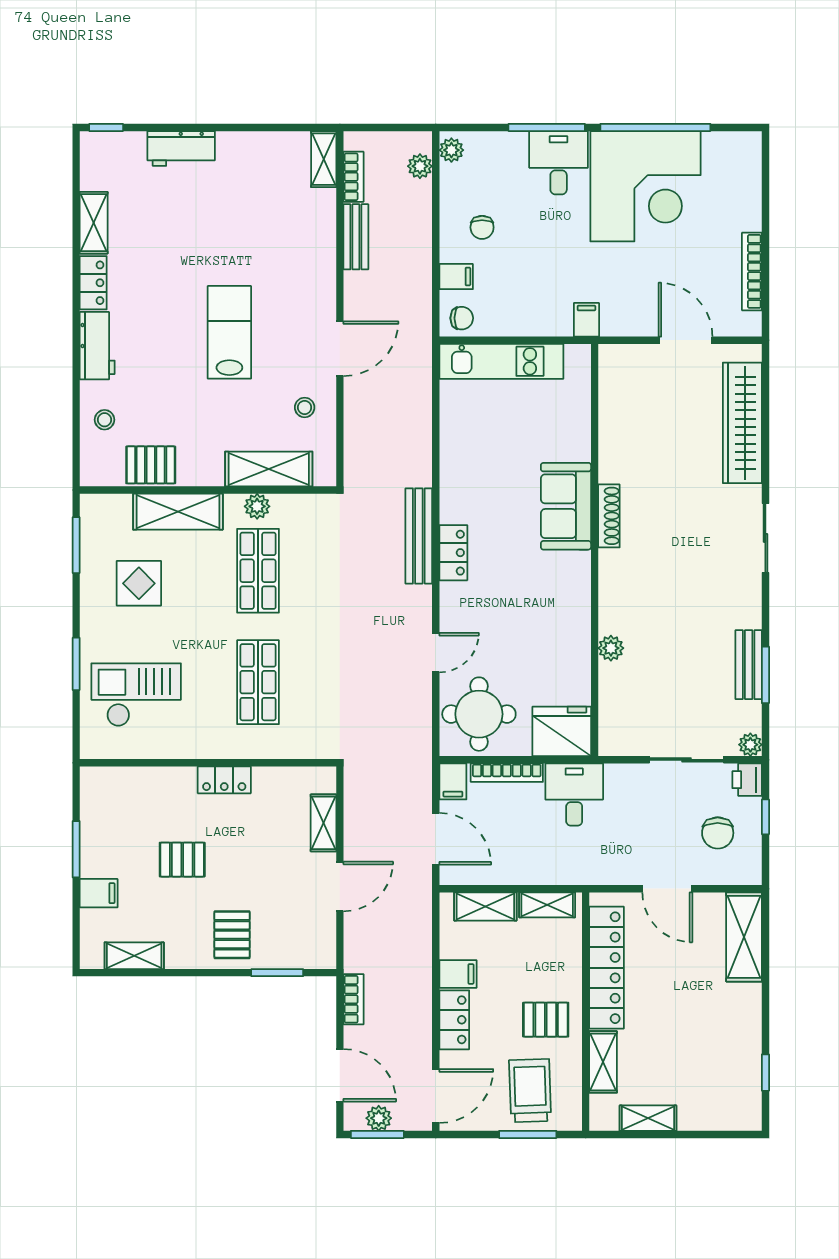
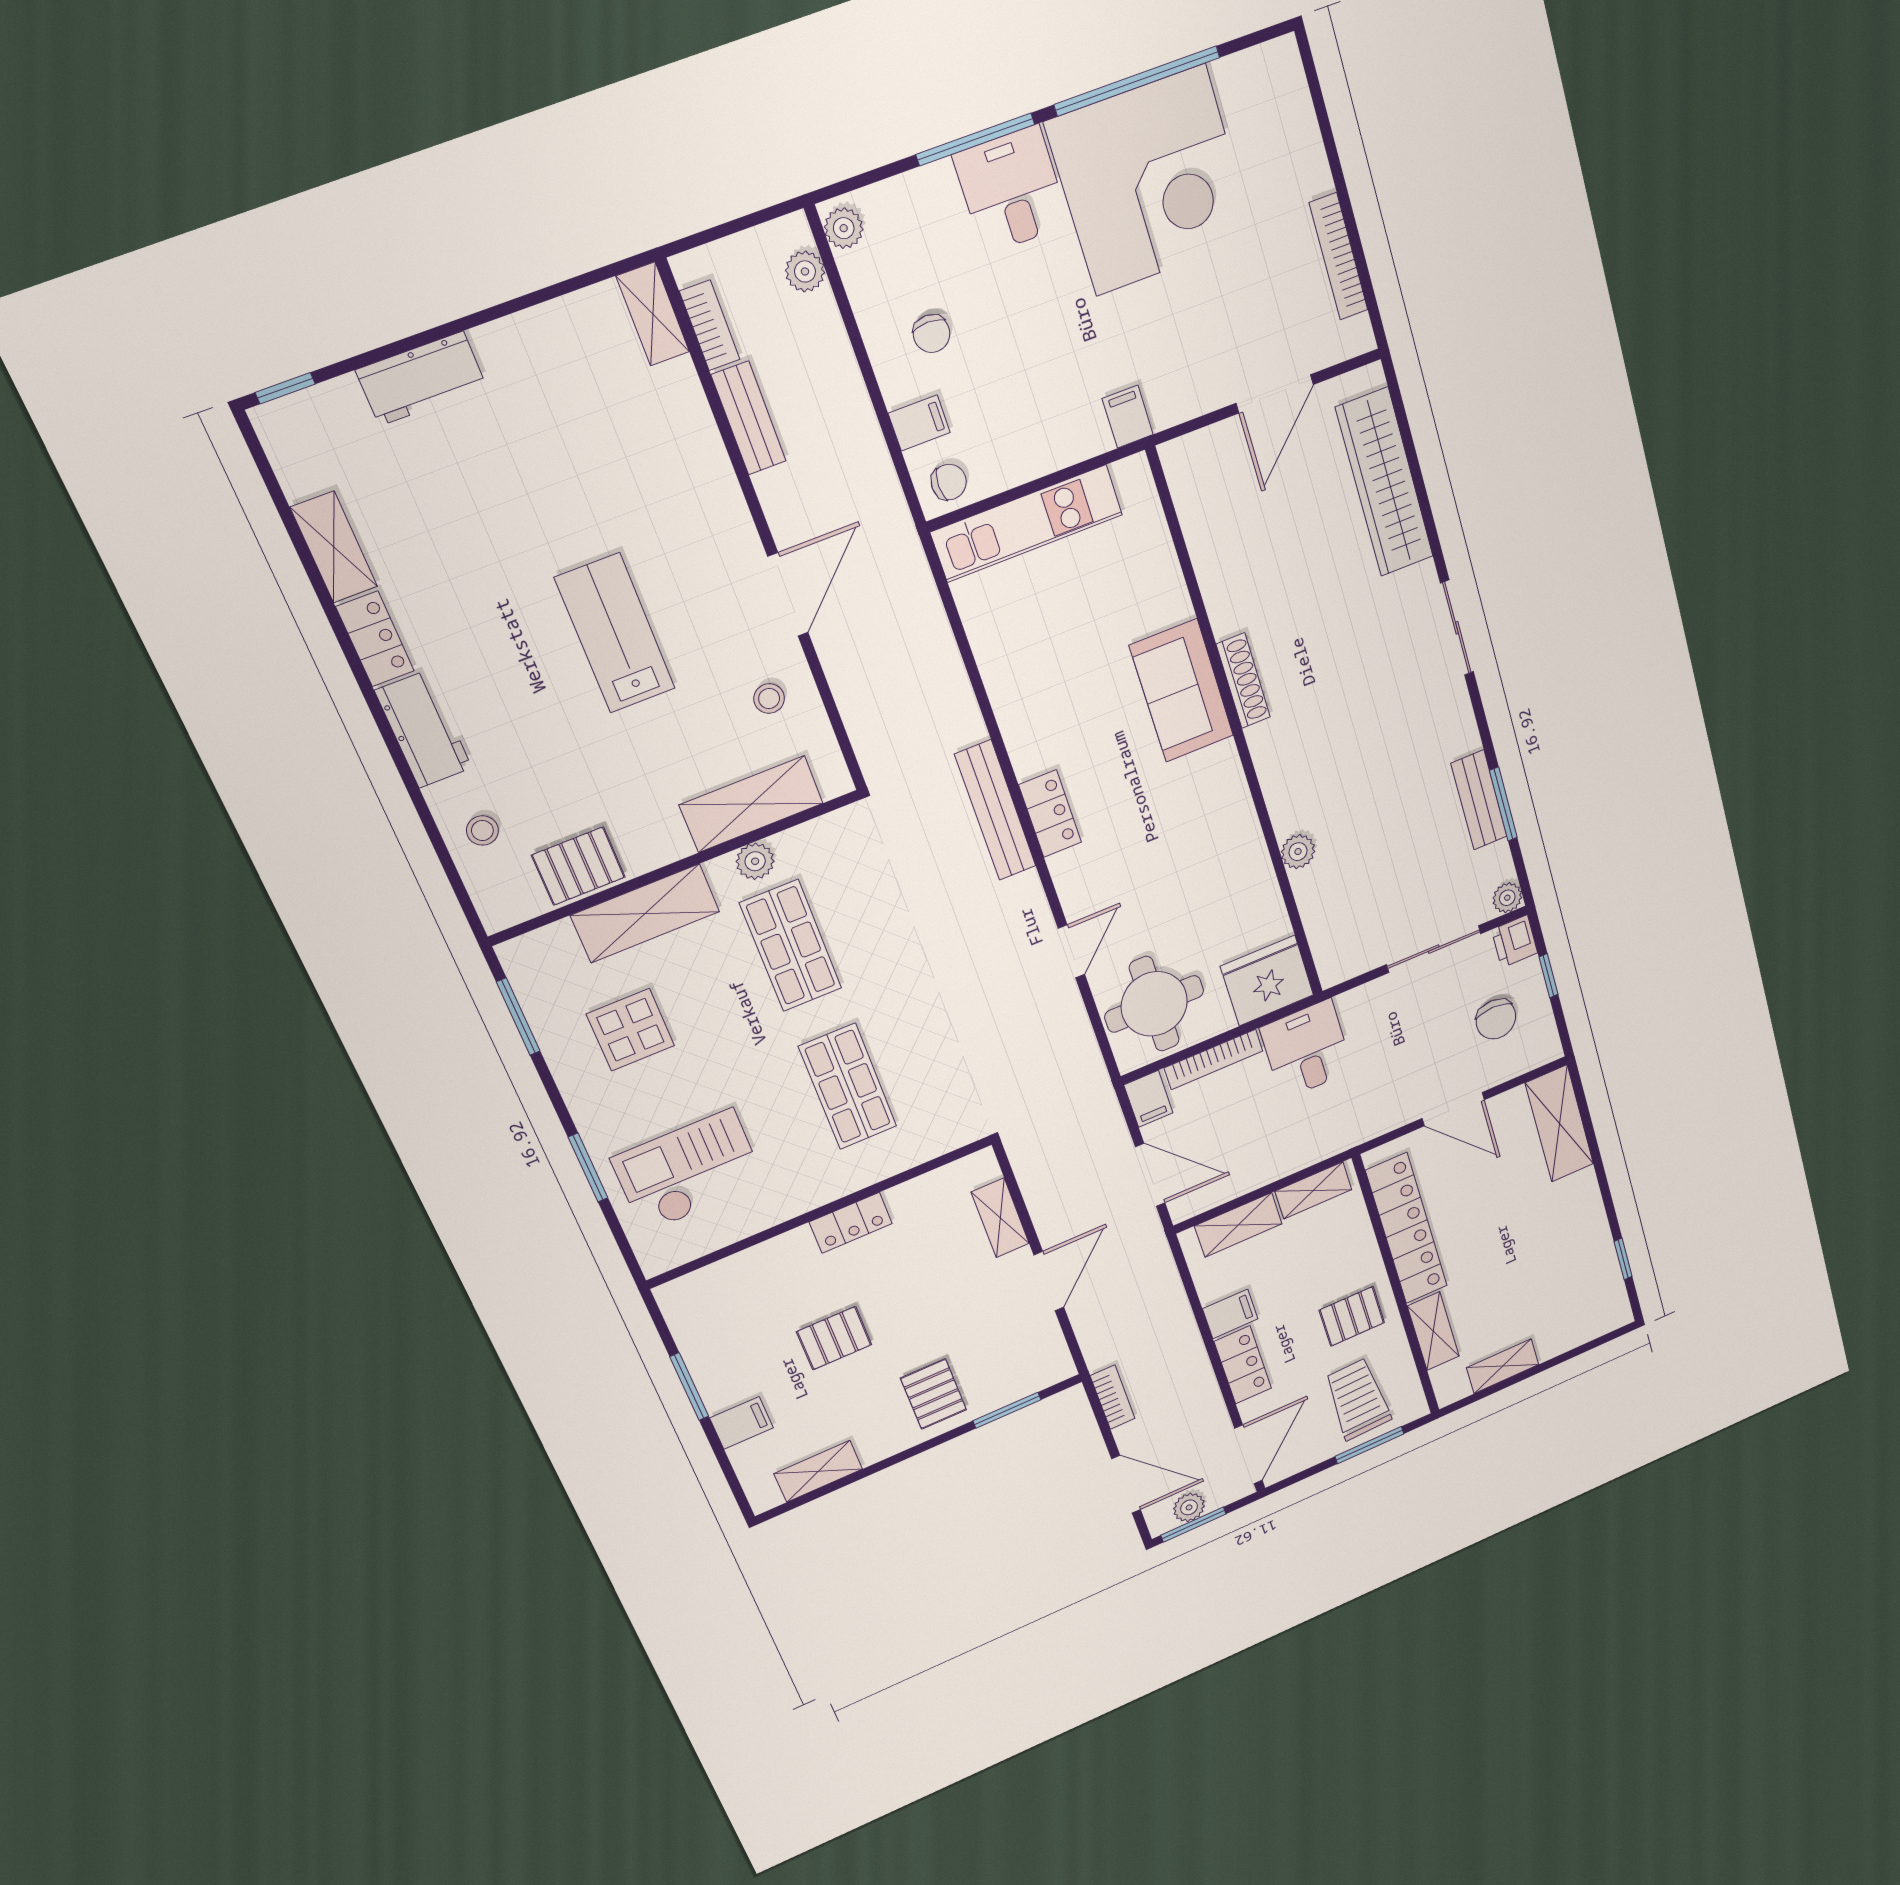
door: (686, 340) -> (1275, 394), swing flipped

